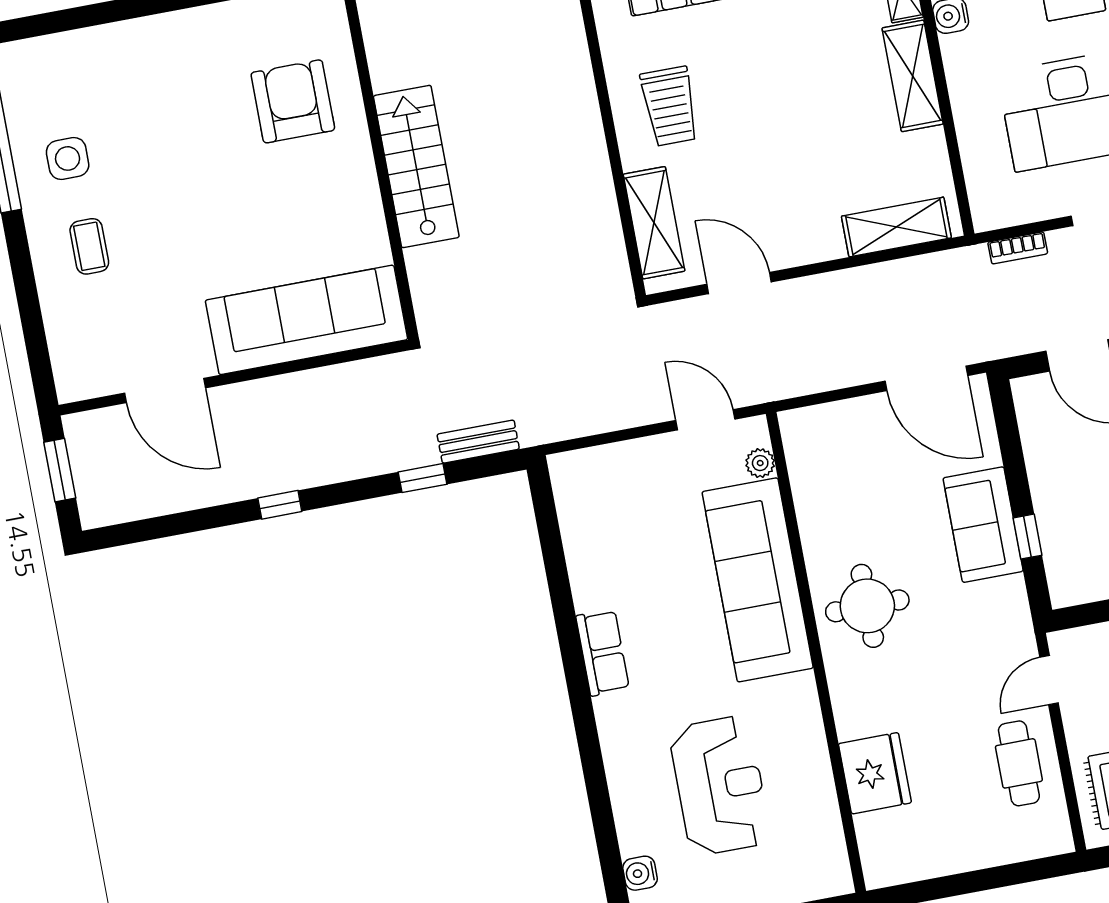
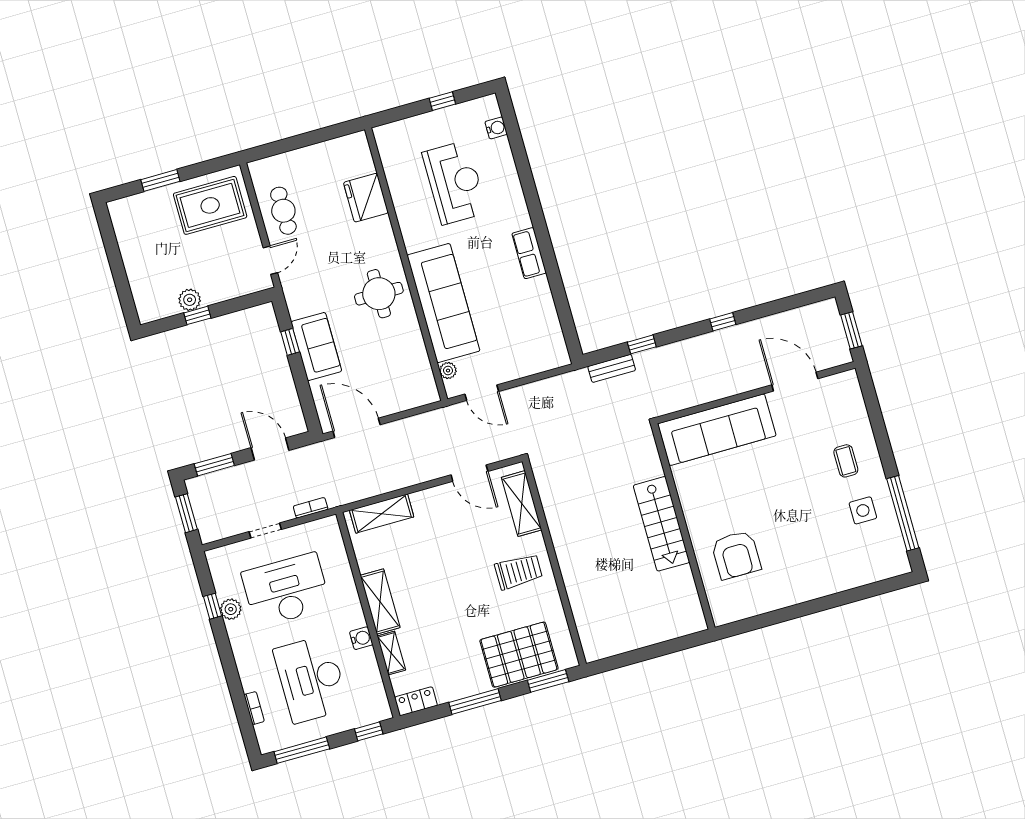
trolley: (670, 106) -> (519, 572), turned 90
reception desk: (720, 786) -> (455, 183), turned 180

